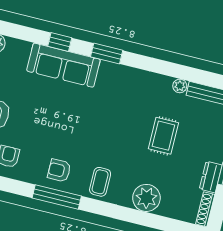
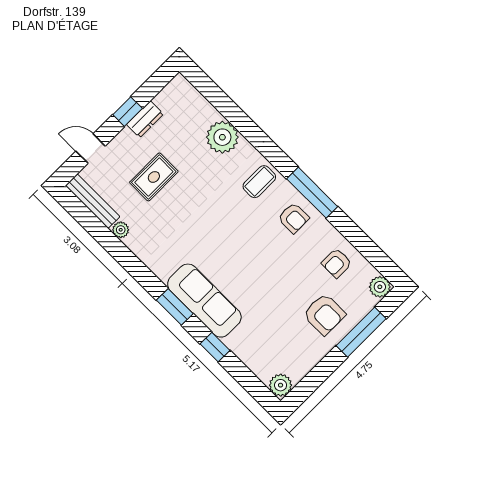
sofa: (63, 65) -> (204, 301), moved
rug: (163, 136) -> (154, 177), moved
shoe rack: (205, 209) -> (170, 90), removed

